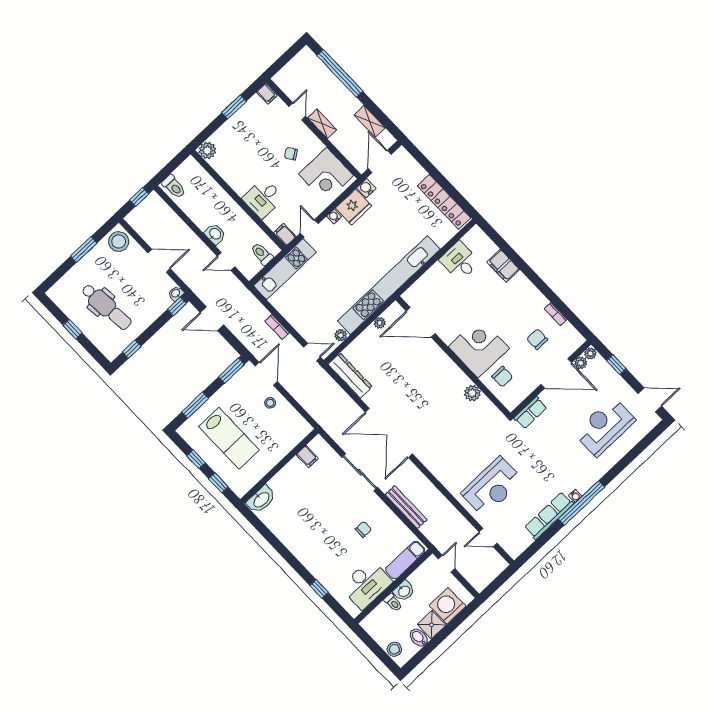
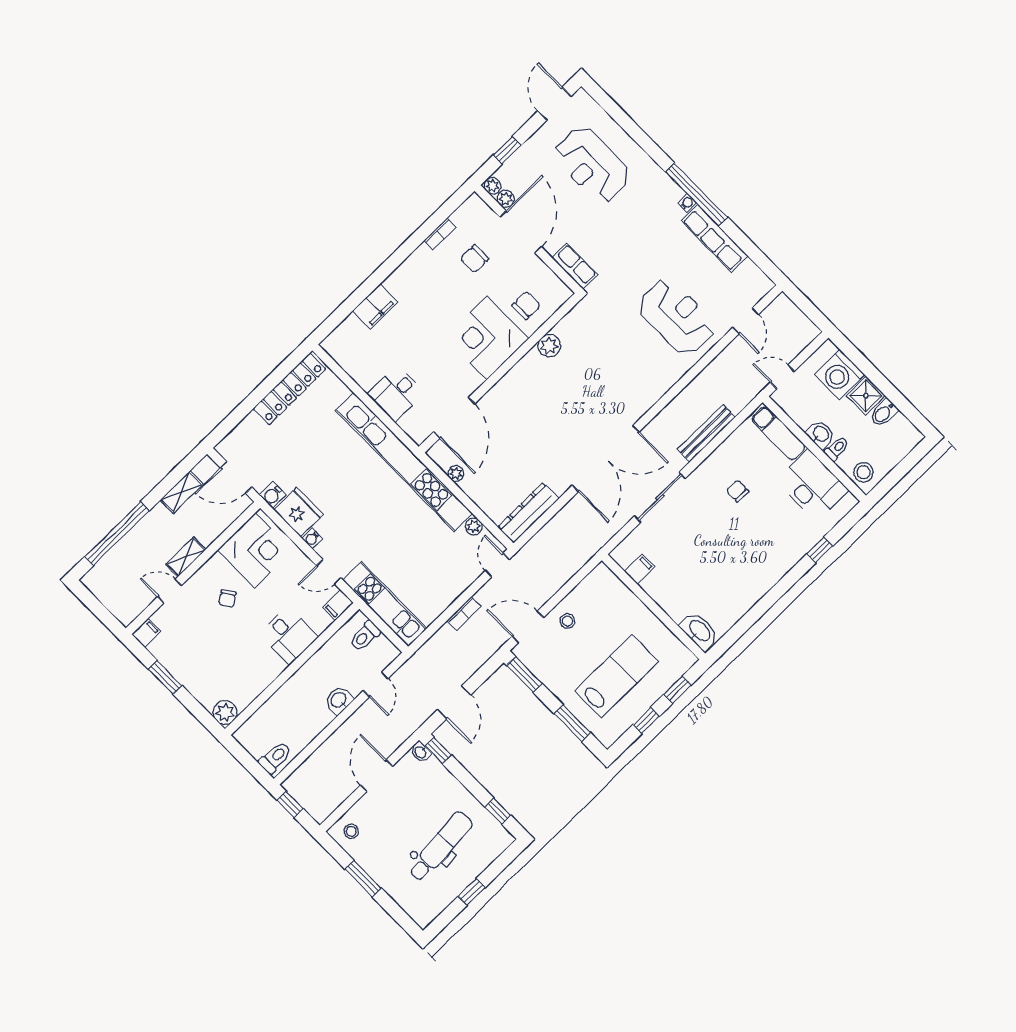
stool: (119, 241) -> (351, 831), width x0.53, depth x0.53
desk: (460, 261) -> (396, 393), moved
stool: (394, 649) -> (863, 472), moved

